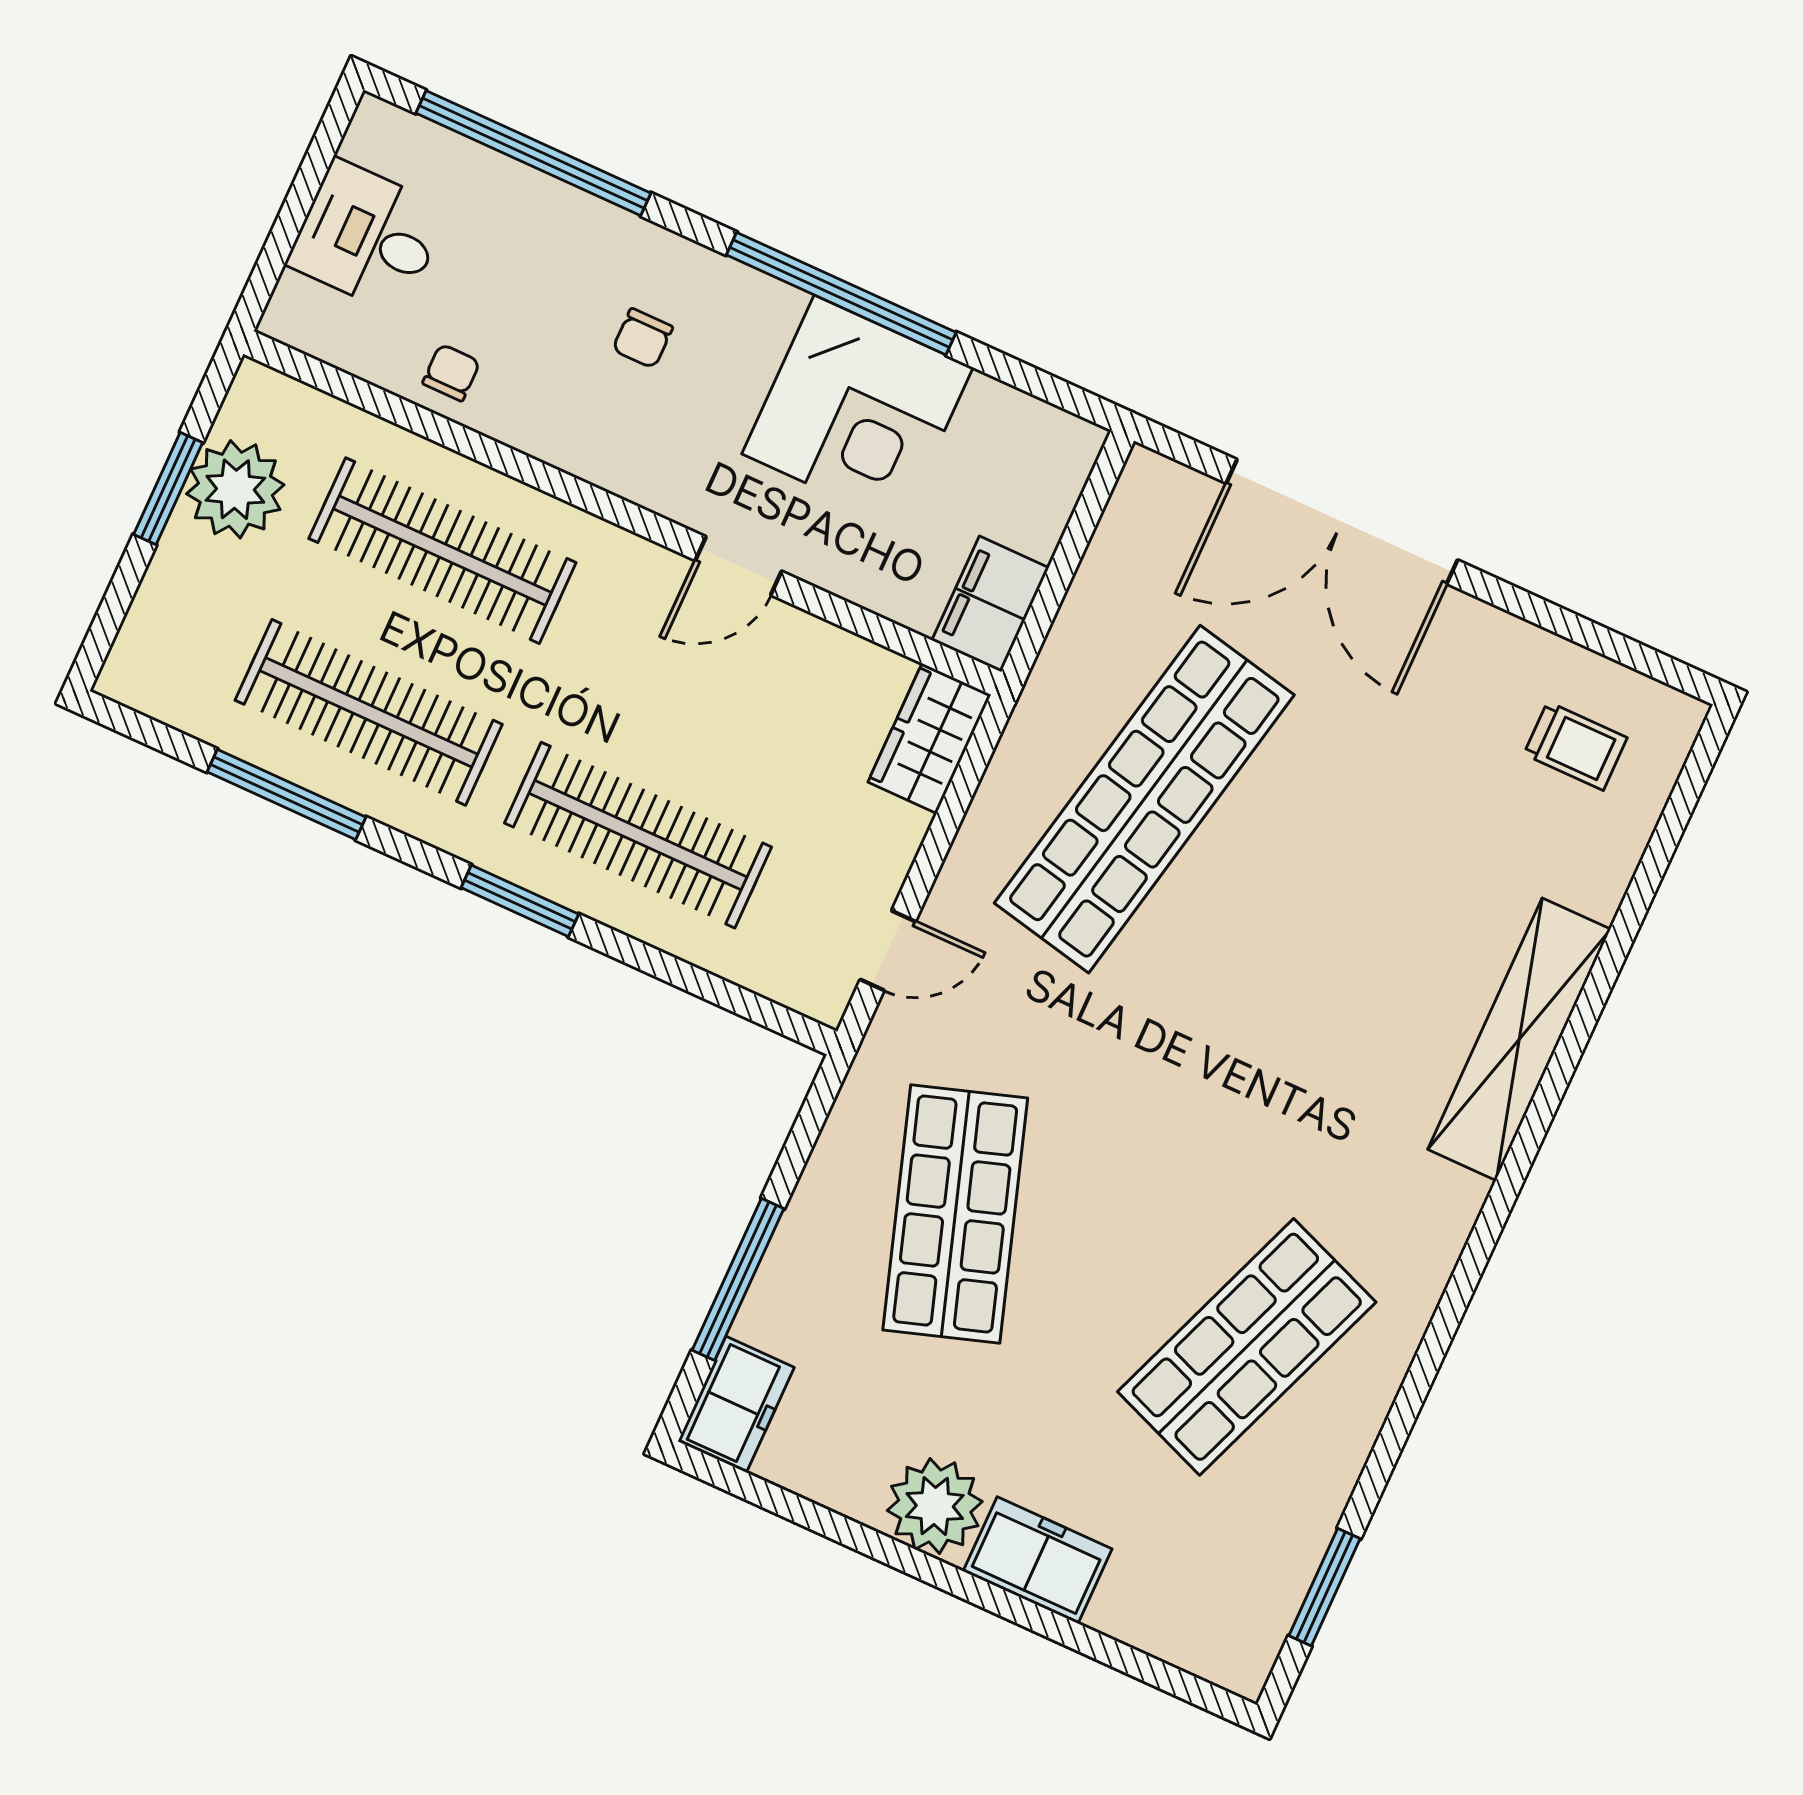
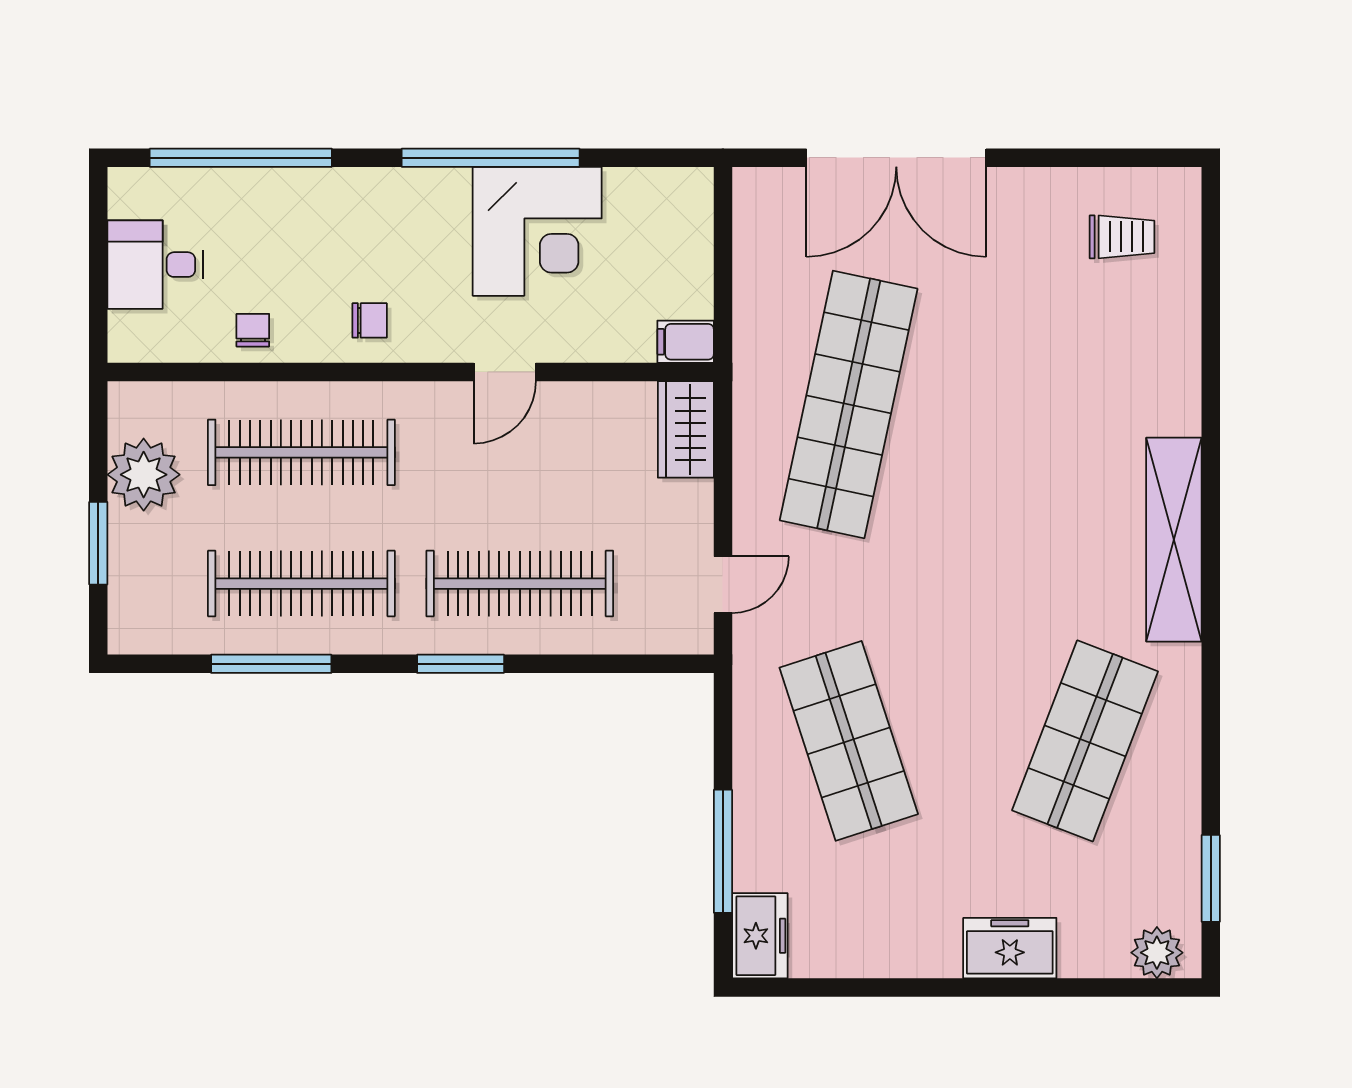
chair: (643, 338) -> (370, 320), moved, turned -90
window: (168, 489) -> (98, 543), moved
filing cabinet: (990, 604) -> (686, 342), width x0.50
shelving: (1519, 1039) -> (1174, 540), moved
plant: (935, 1506) -> (1157, 953), moved, width x0.73, depth x0.73

